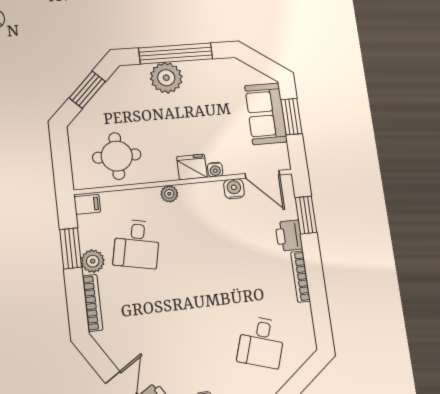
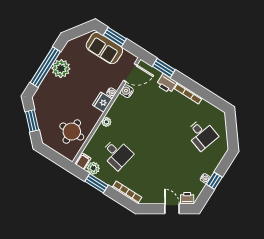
plant: (166, 78) -> (61, 69), moved
plant: (93, 261) -> (93, 168), moved

